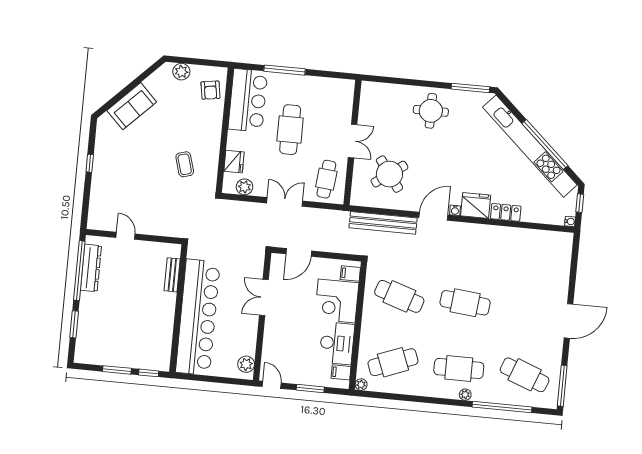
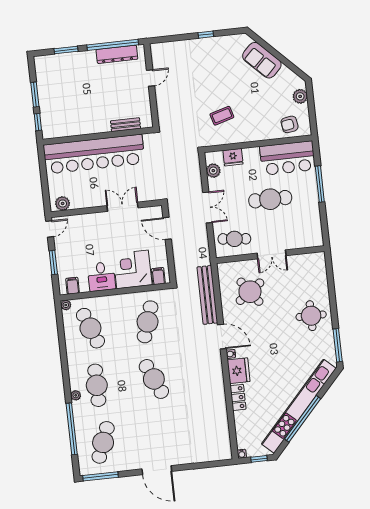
cafe table: (465, 303) -> (154, 379), turned -30
desk: (337, 343) -> (101, 277), width x0.73

